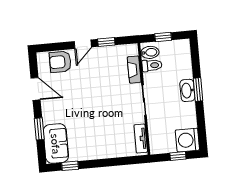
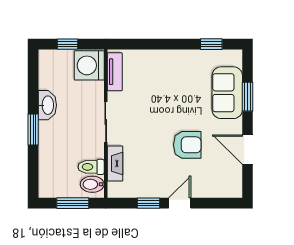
window: (163, 37) -> (73, 203), width x1.50
armchair: (60, 62) -> (187, 145), moved
washbasin: (187, 90) -> (47, 105), moved
washing machine: (187, 140) -> (89, 65), moved, turned 180
sofa: (56, 144) -> (227, 93), moved

